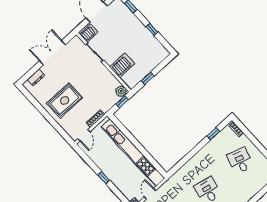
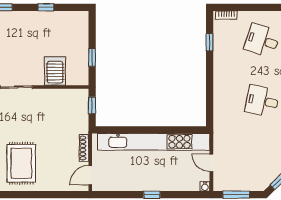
plant: (121, 91) -> (80, 96), removed
rug: (65, 100) -> (21, 163), moved
door: (84, 135) -> (90, 175), swing flipped

